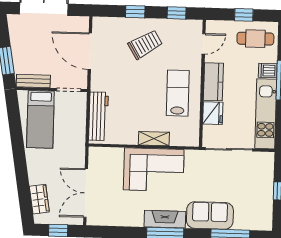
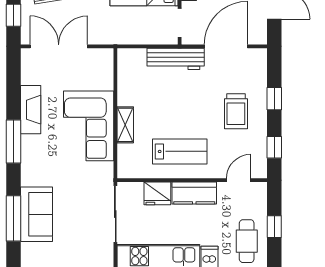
trolley: (145, 44) -> (236, 111), turned 31
door: (204, 44) -> (239, 180), swing flipped
workbench: (98, 116) -> (176, 59), moved
sofa: (210, 215) -> (37, 214), moved
fireplace: (165, 219) -> (31, 110), moved

